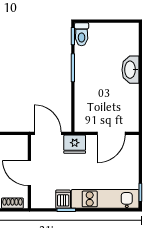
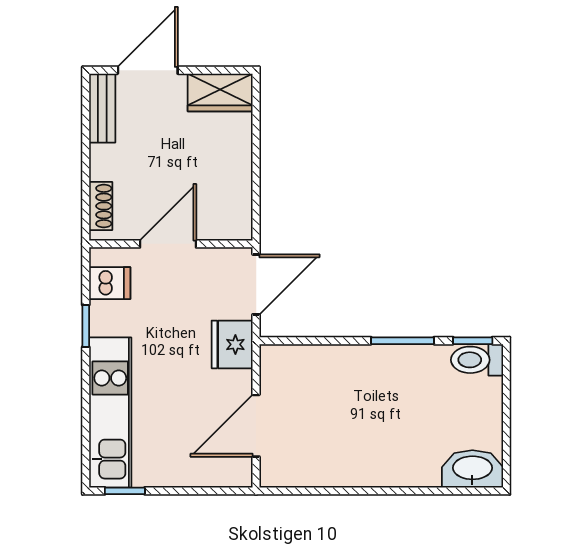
washbasin: (131, 70) -> (472, 469), moved
door: (111, 133) -> (256, 426), hinge flipped
dishwasher: (63, 199) -> (110, 283), moved

